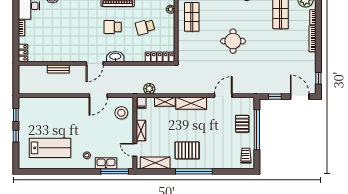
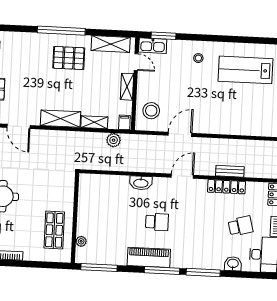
school desk: (145, 27) -> (240, 226), moved
washbasin: (115, 57) -> (141, 183), moved
locker: (160, 57) -> (226, 187), moved
door: (223, 96) -> (18, 126), hinge flipped
kitchen sink: (106, 163) -> (153, 46), moved
window: (115, 171) -> (164, 36), width x0.69

